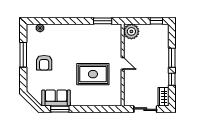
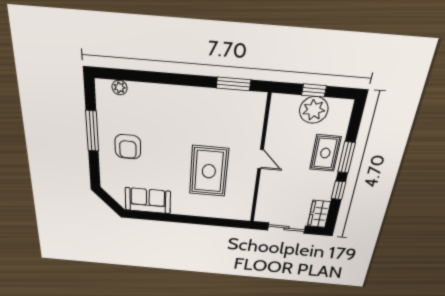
window: (156, 21) -> (314, 91), moved
plant: (131, 31) -> (314, 110), moved
rug: (159, 56) -> (325, 153), added
rug: (93, 74) -> (209, 171), turned 90
window: (60, 109) -> (154, 216), removed

